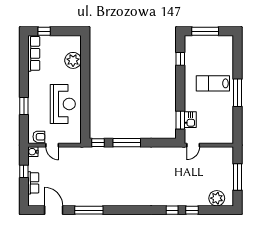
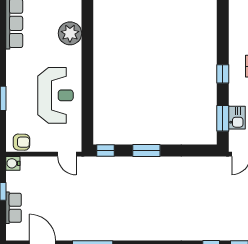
window: (180, 59) -> (223, 74), moved
window: (127, 143) -> (146, 150), width x0.69
door: (52, 145) -> (67, 154), moved

